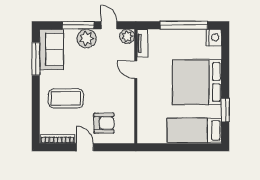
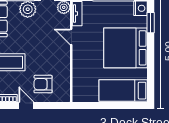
window: (225, 110) -> (151, 23), moved
armchair: (104, 123) -> (43, 84), turned 180

